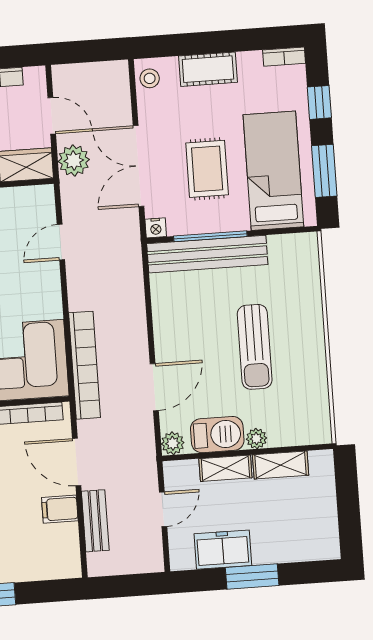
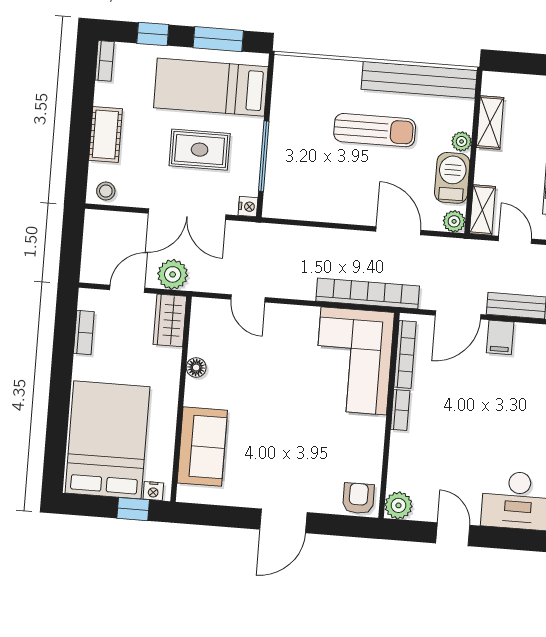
bench: (207, 254) -> (419, 80), moved, turned 90
shelving: (225, 468) -> (482, 210), moved

